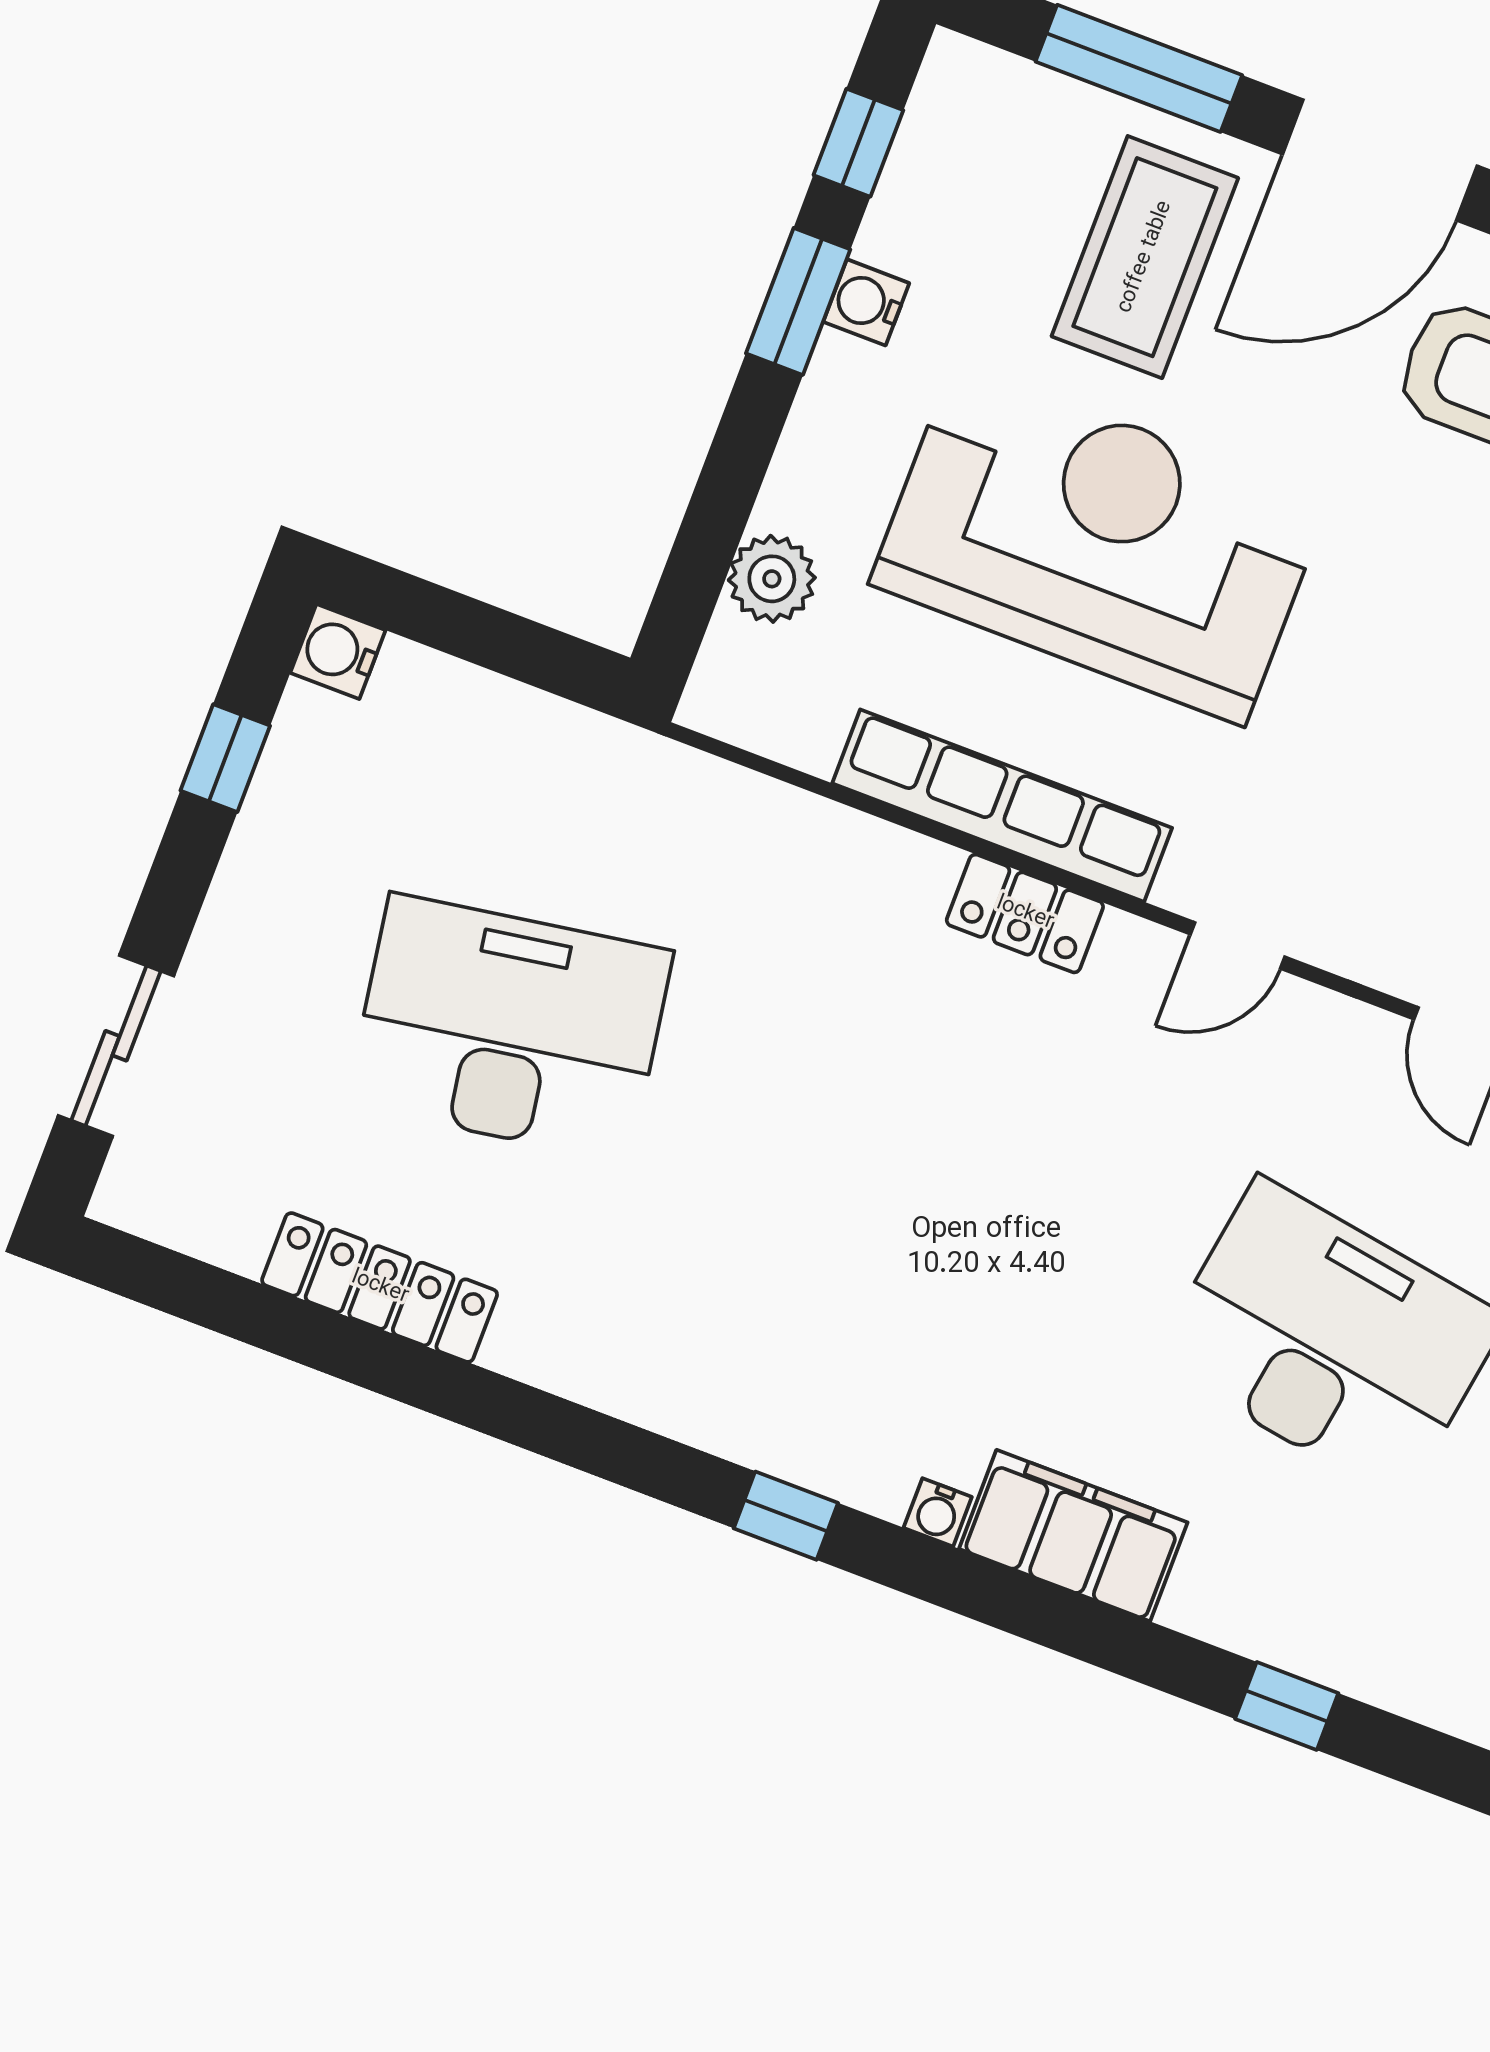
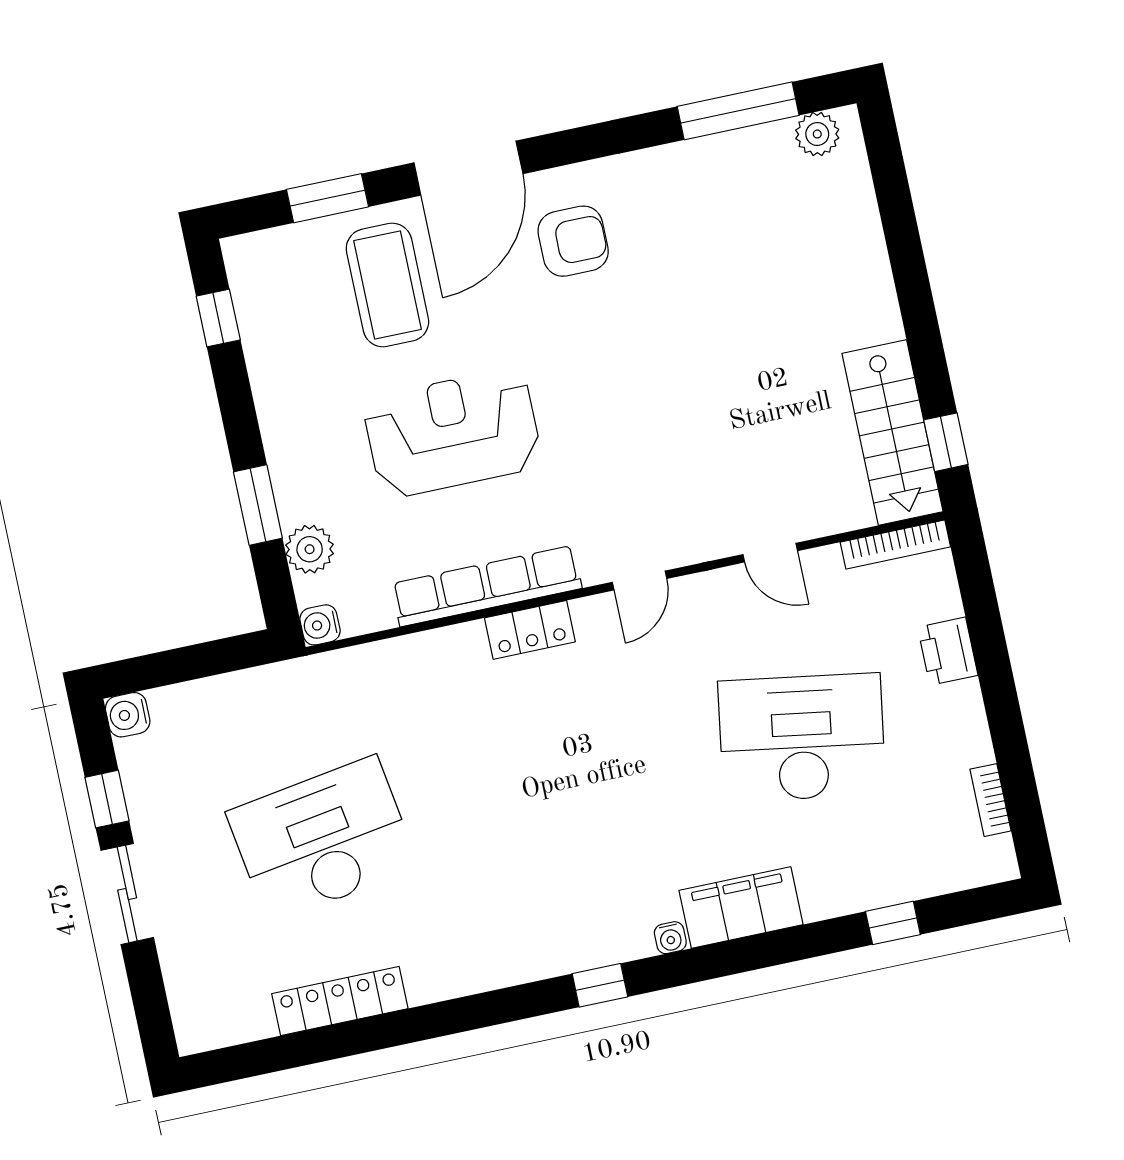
window: (1139, 68) -> (327, 198), width x0.69
window: (798, 301) -> (258, 505), moved
water cooler: (866, 302) -> (320, 625), moved
reception desk: (1099, 543) -> (453, 433), width x0.74, depth x0.77
sliding door: (116, 1046) -> (127, 894), moved

